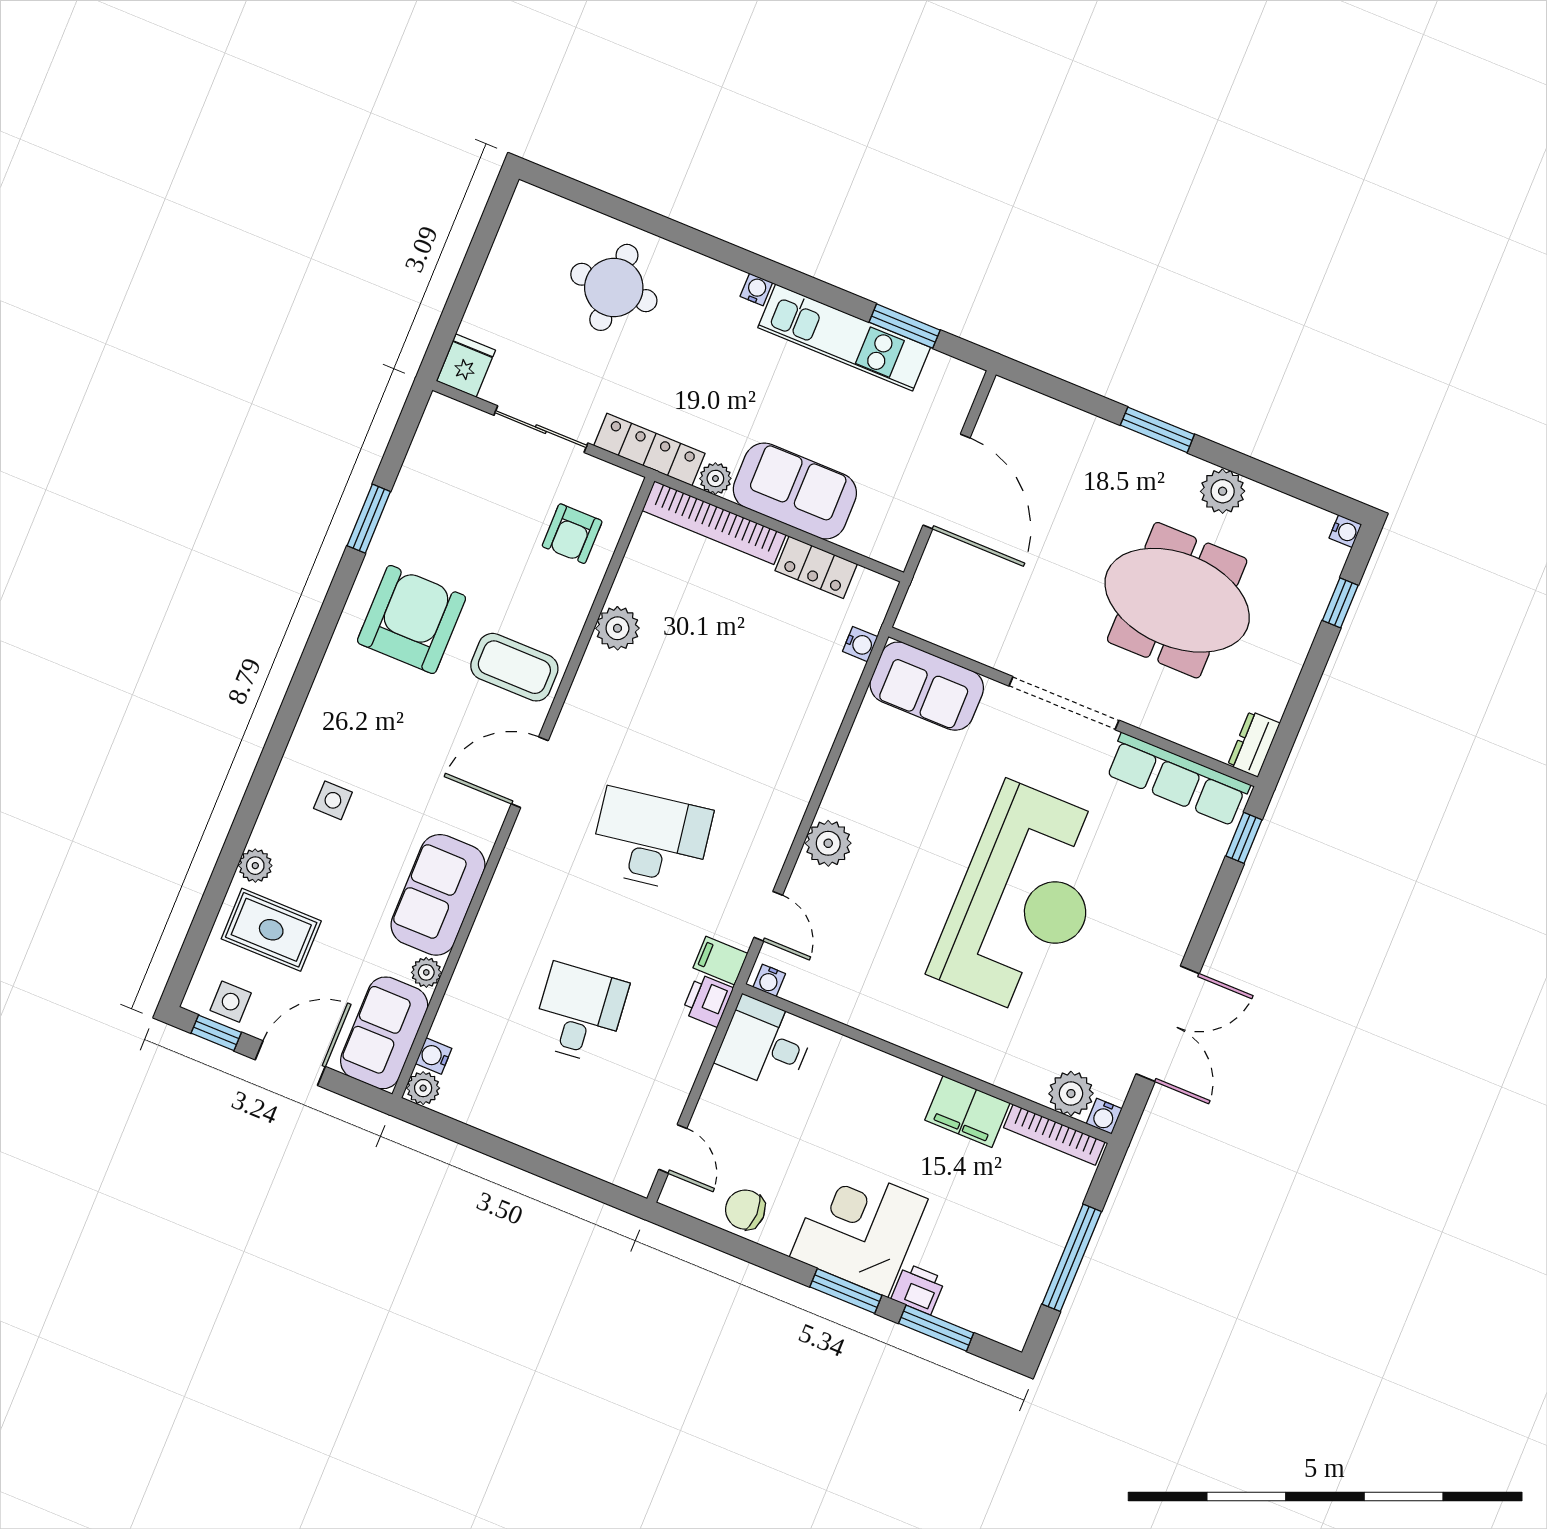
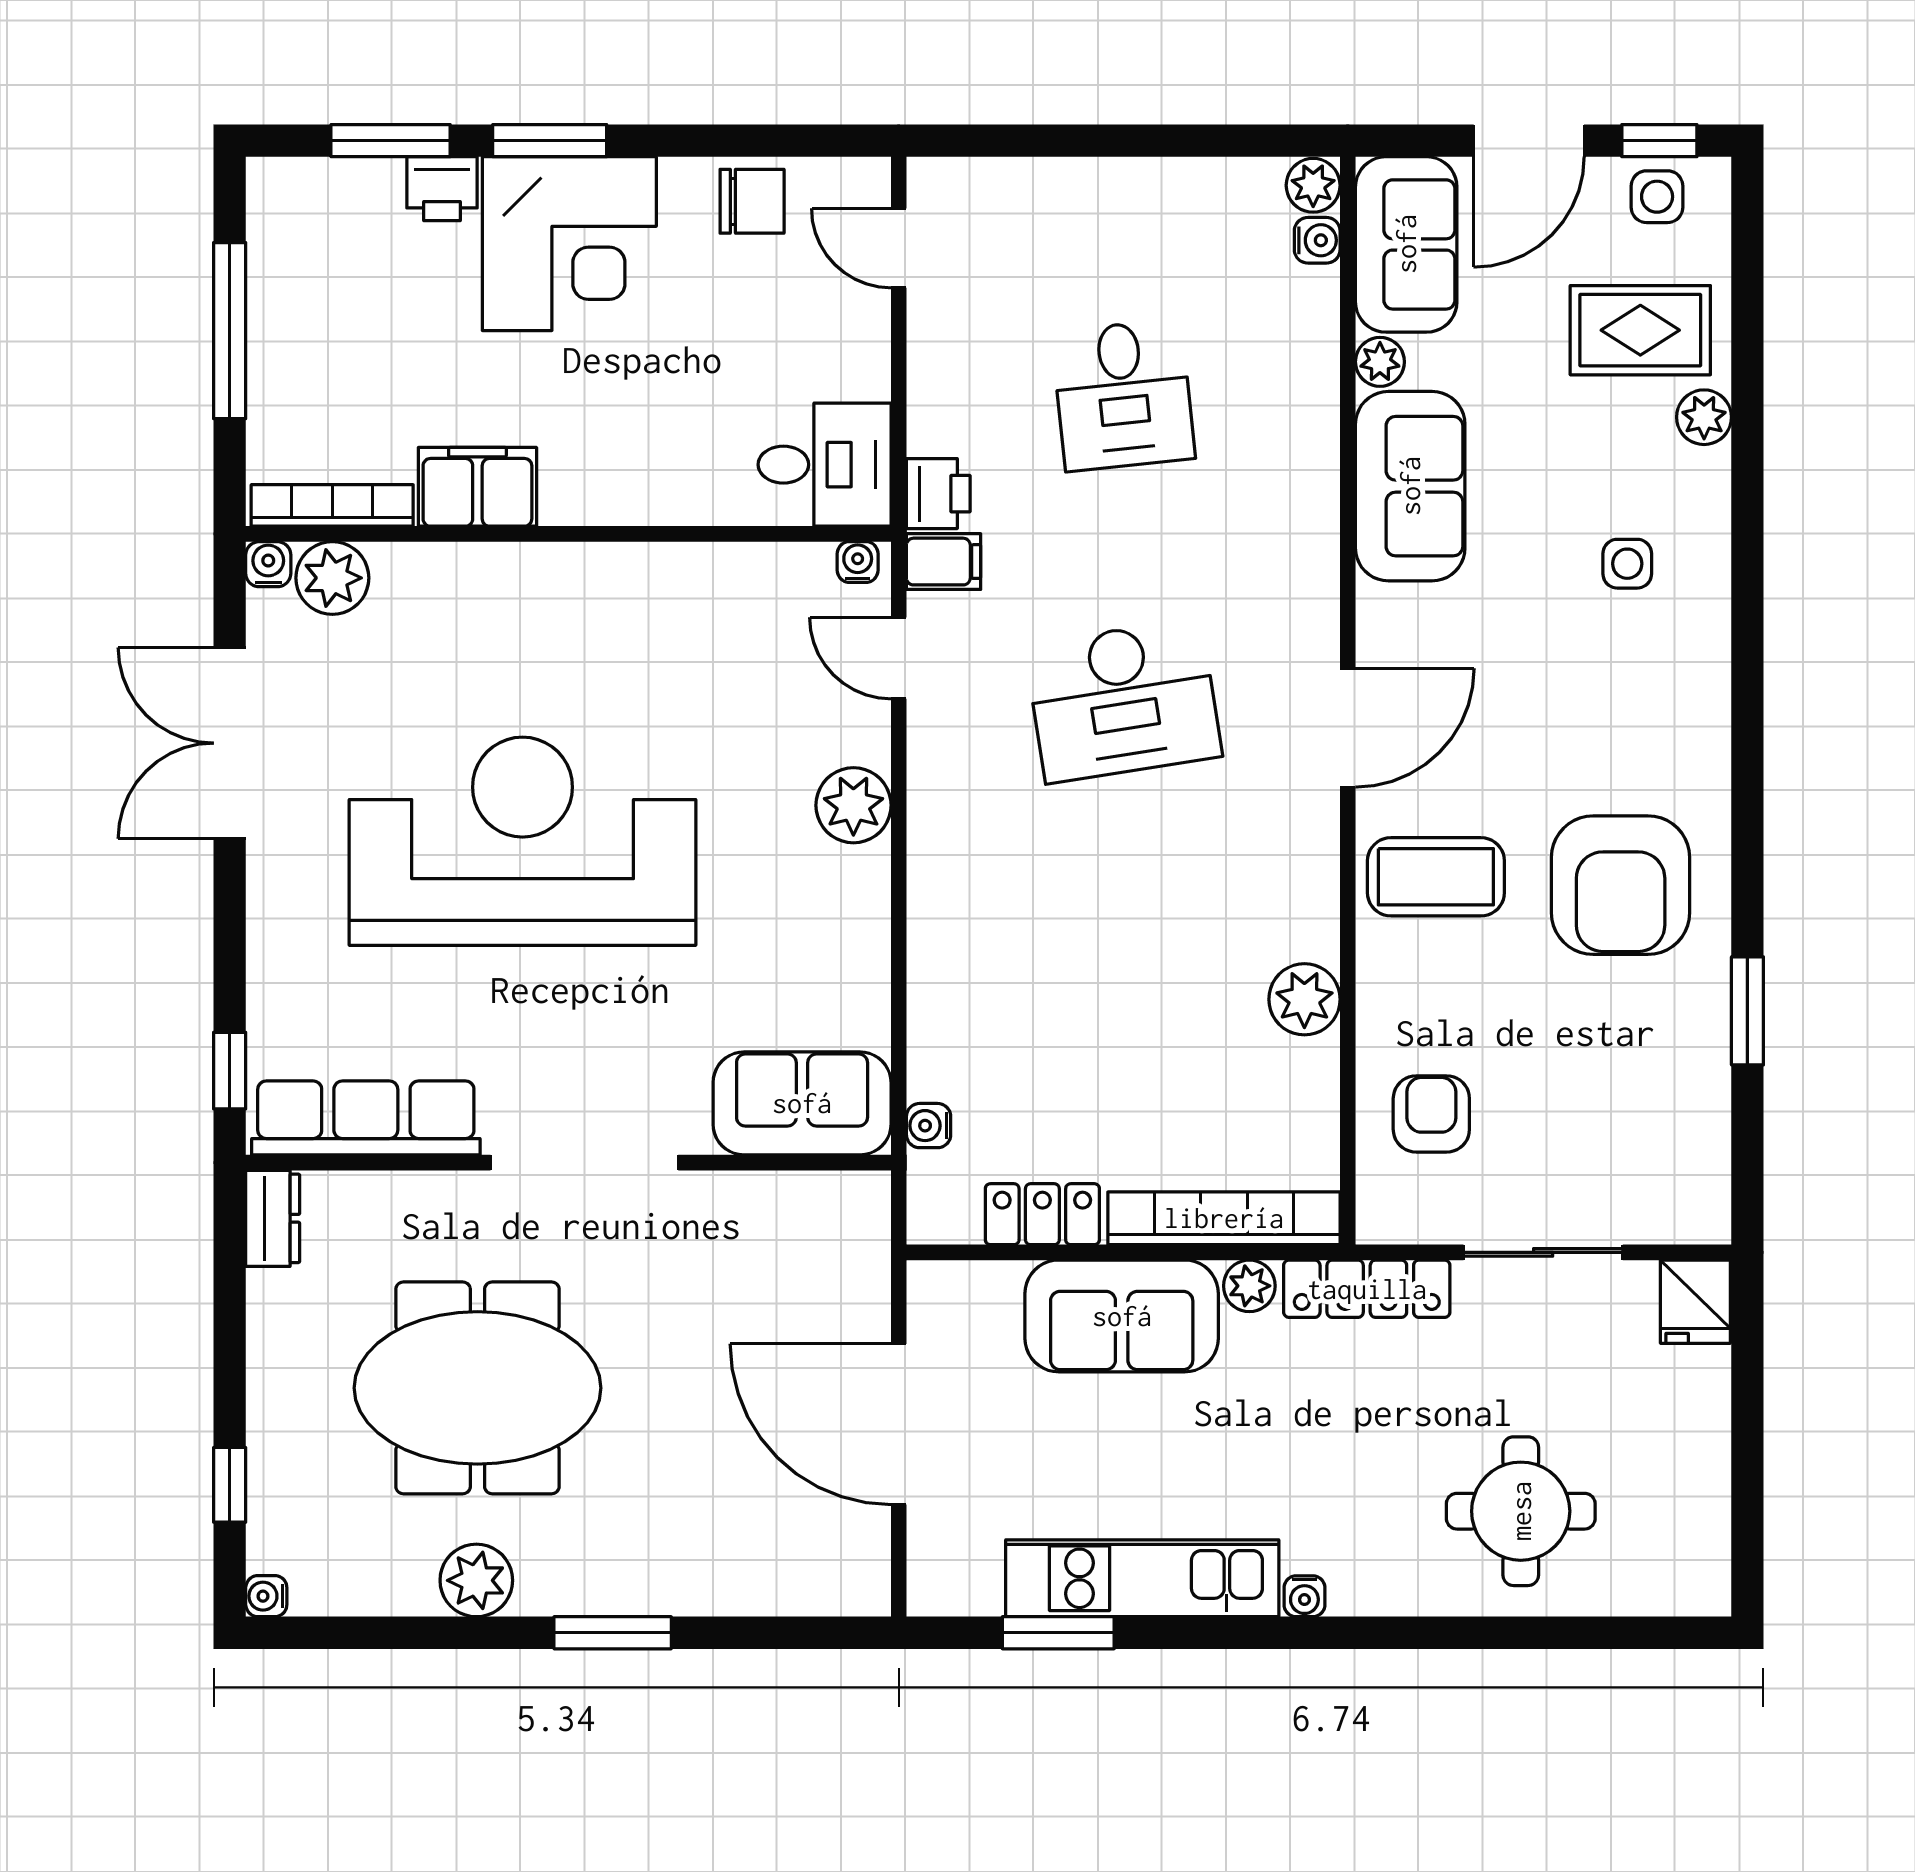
reception desk: (1024, 900) -> (523, 841), turned 90

